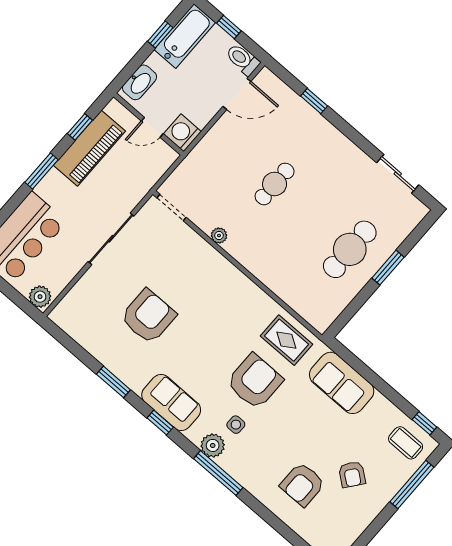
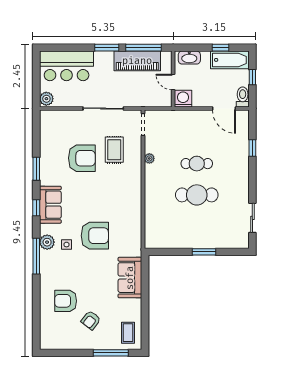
window: (80, 127) -> (144, 48), width x2.17
cafe table: (350, 249) -> (197, 195), moved
rug: (286, 340) -> (114, 150), moved
window: (424, 423) -> (145, 333), removed

